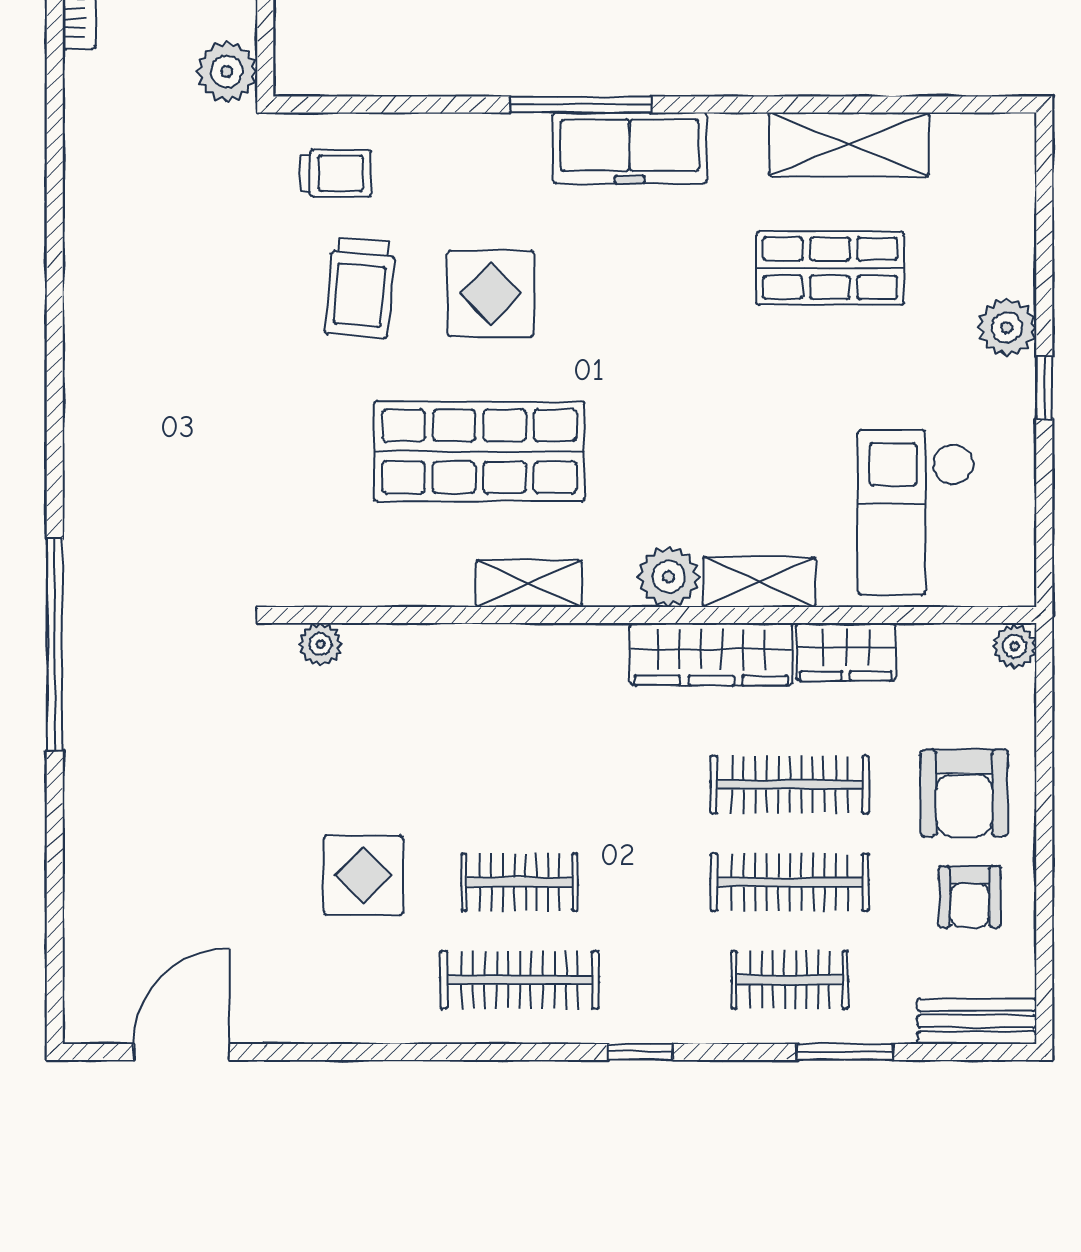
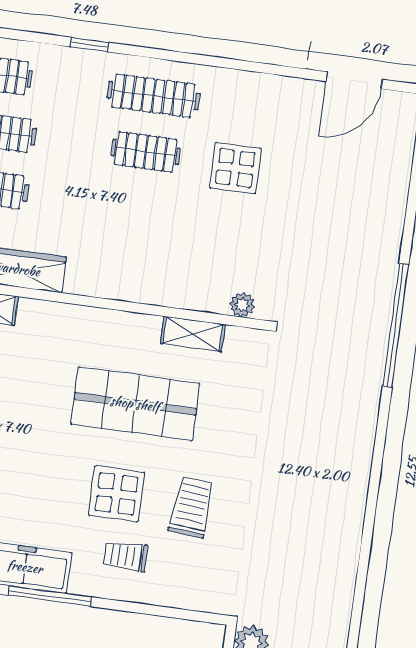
trolley: (336, 173) -> (126, 556), moved
plant: (669, 577) -> (36, 317), removed
shelving: (529, 583) -> (193, 334), moved

